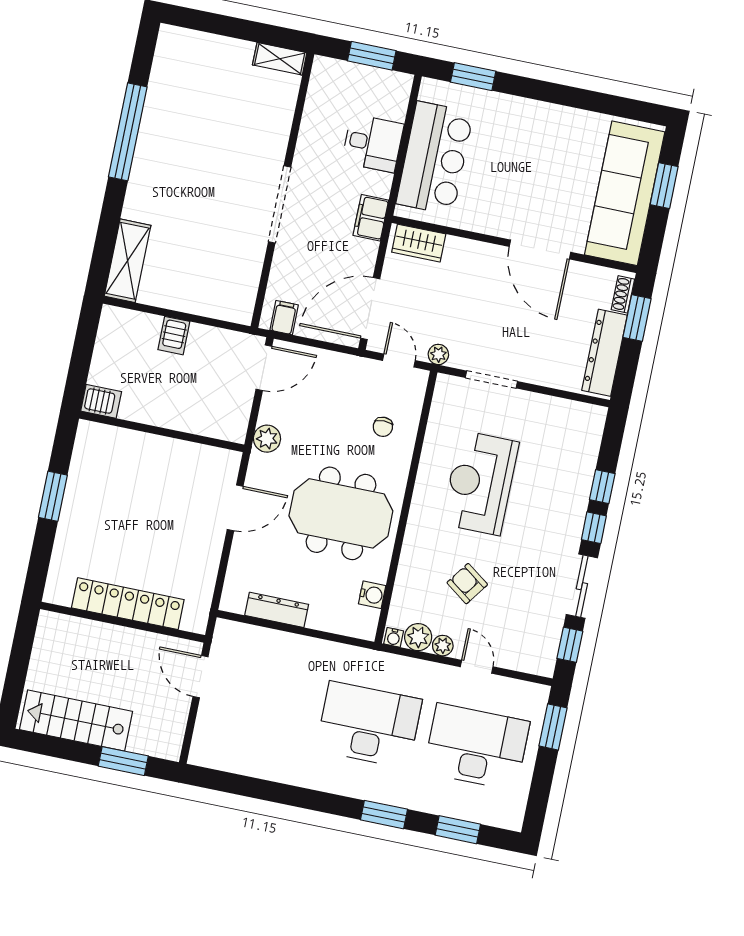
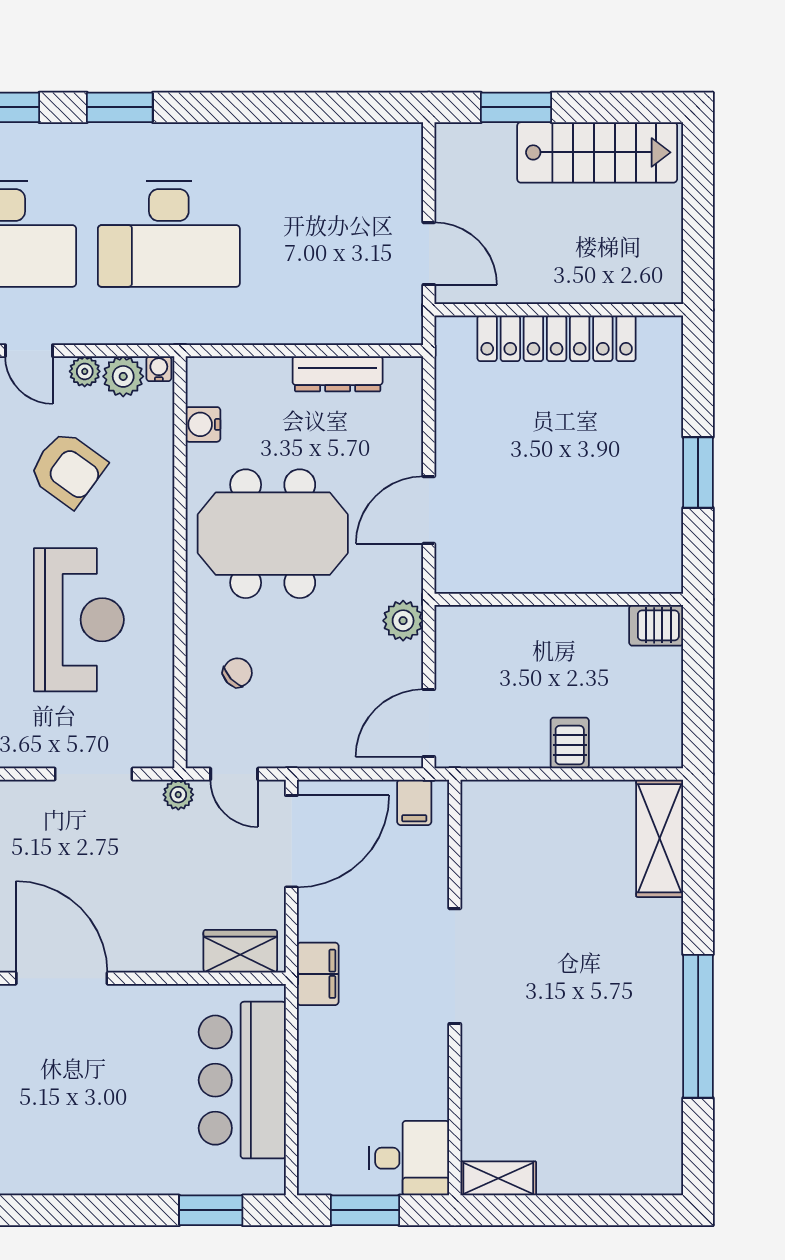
desk: (373, 143) -> (409, 1158), moved, turned 180
chair: (383, 427) -> (238, 673), turned 47
armchair: (467, 584) -> (68, 469), width x1.38, depth x1.38

